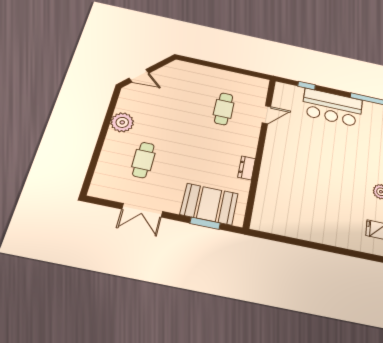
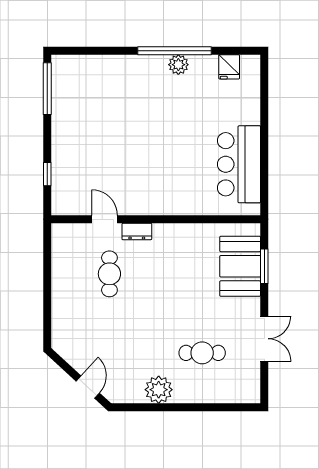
bar counter: (332, 107) -> (239, 164), moved, turned 180
cafe table: (224, 109) -> (109, 274), turned 90
dresser: (247, 168) -> (137, 232), moved

